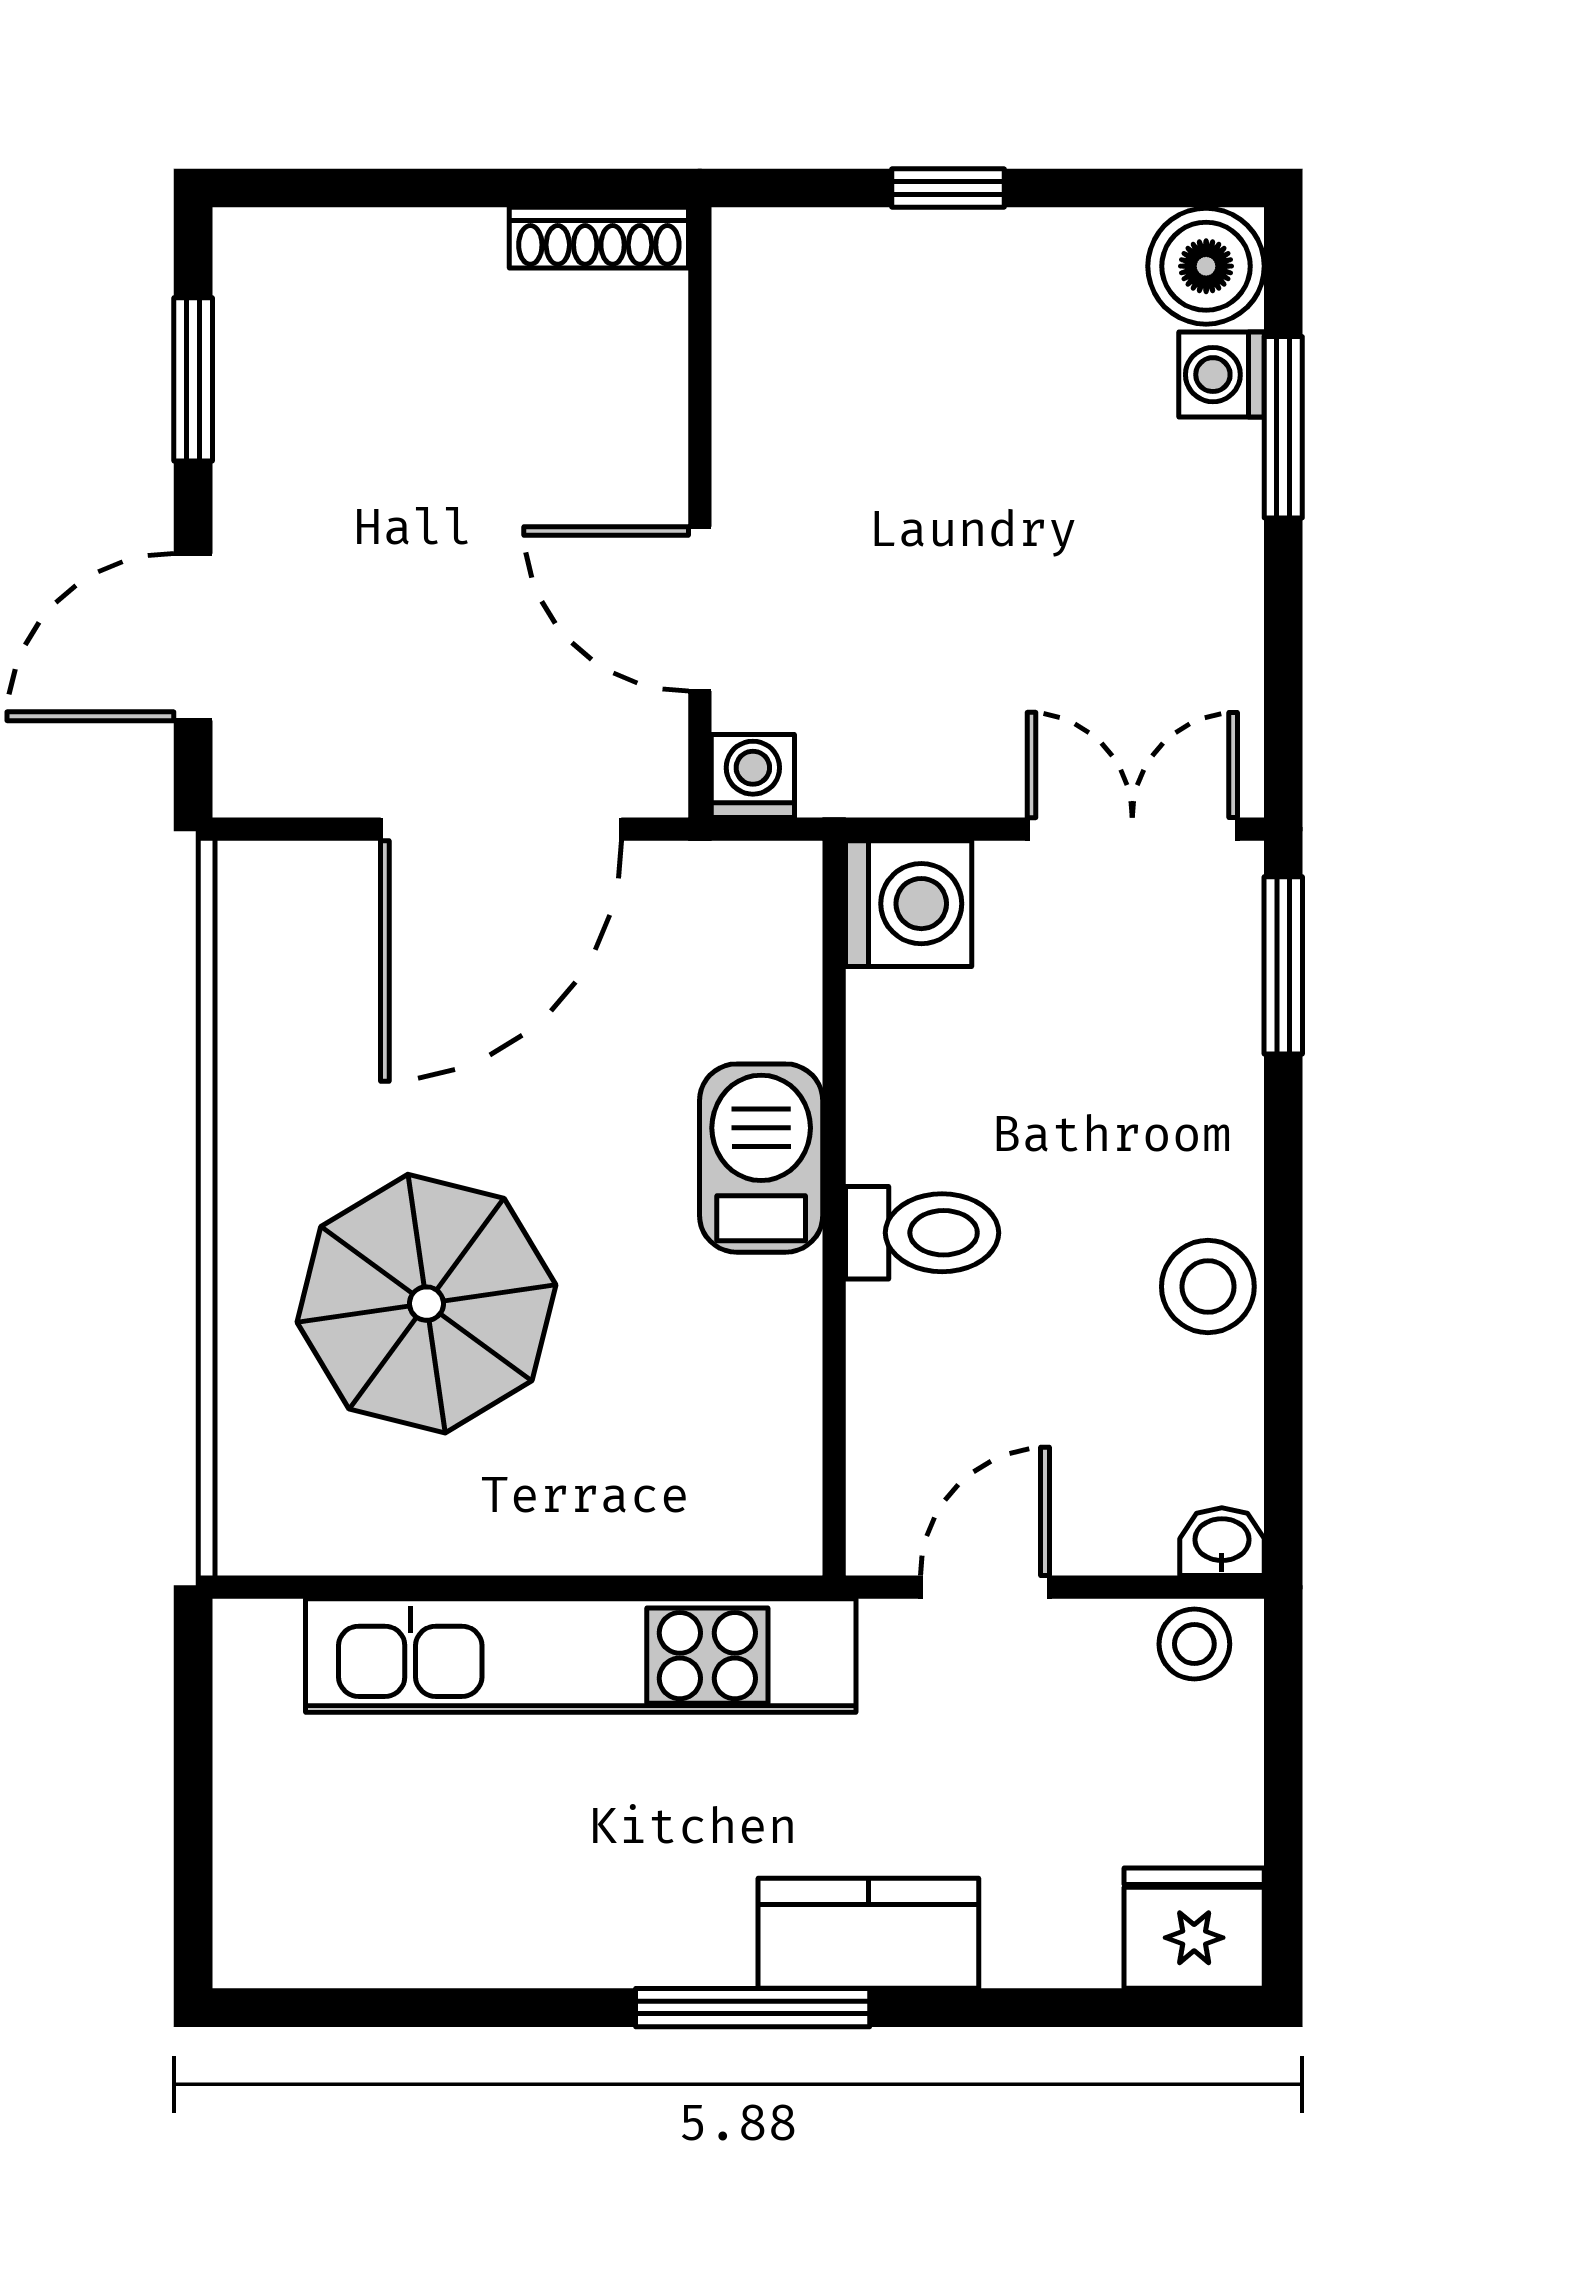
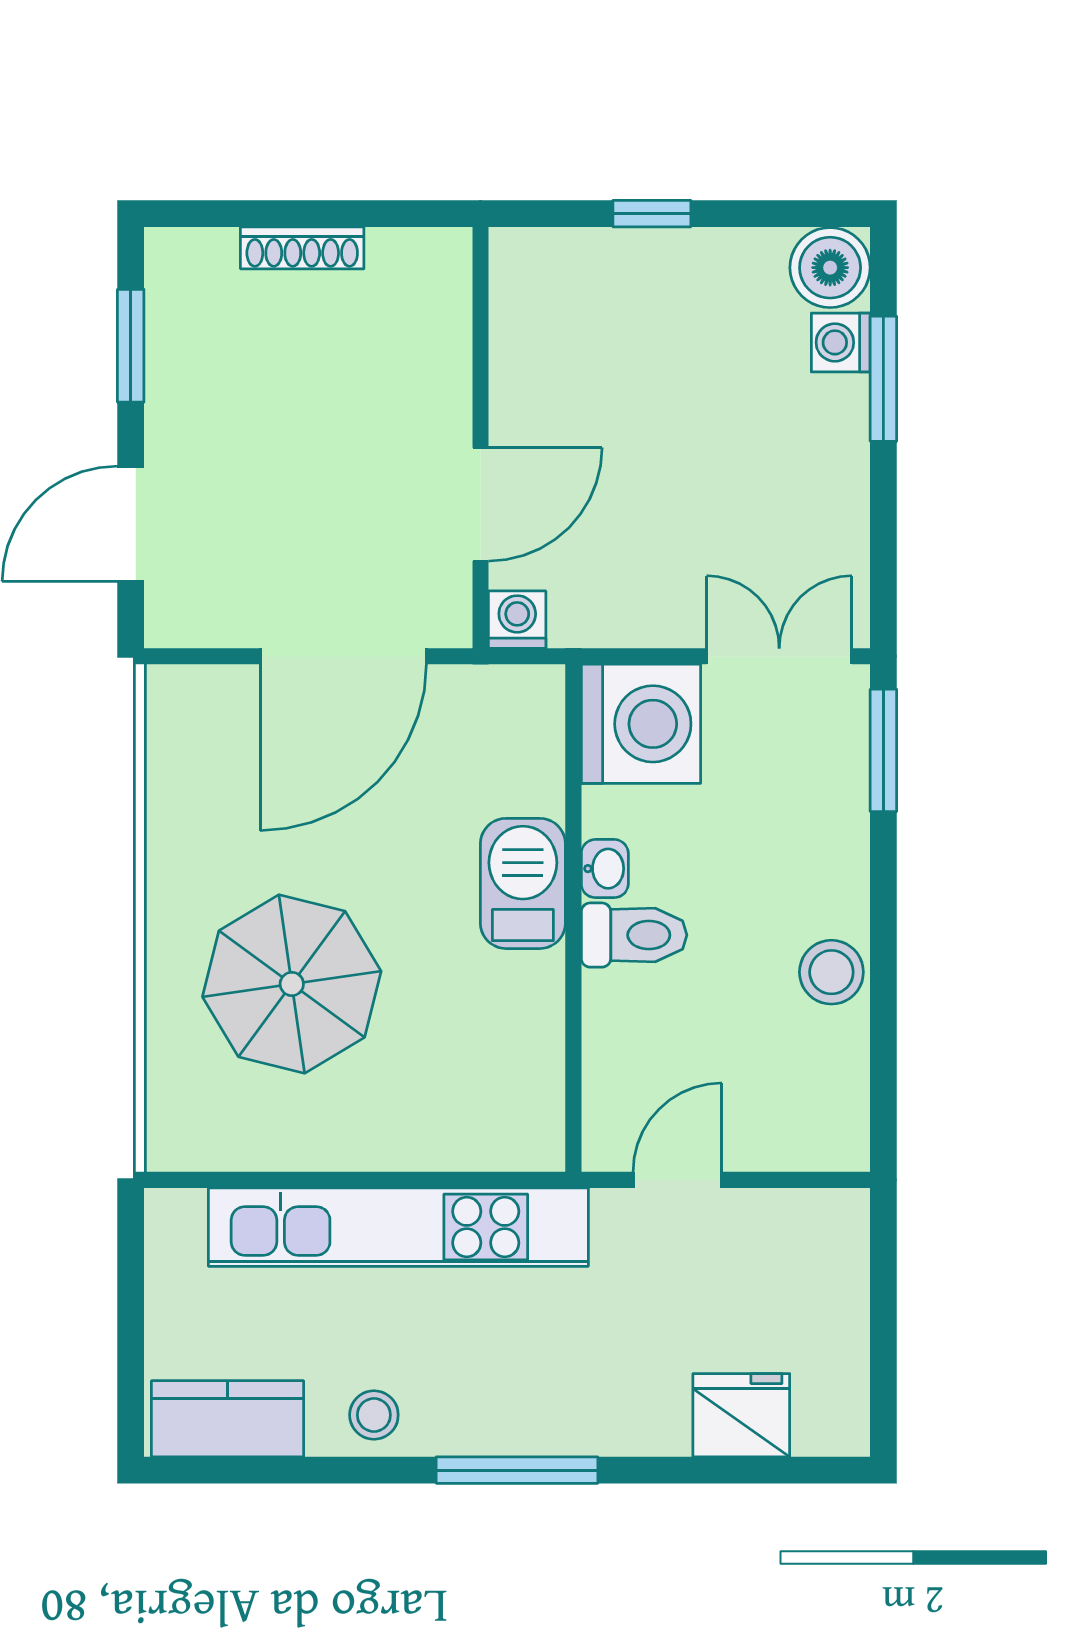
shoe rack: (599, 238) -> (302, 248), moved
door: (700, 609) -> (481, 504), swing flipped
washing machine: (909, 904) -> (641, 724), width x1.37, depth x1.37
washbasin: (1222, 1542) -> (605, 869), moved, turned 90
stool: (1194, 1644) -> (374, 1415), moved
fridge: (1194, 1928) -> (741, 1415), moved
kitchen counter: (868, 1933) -> (227, 1419), moved

